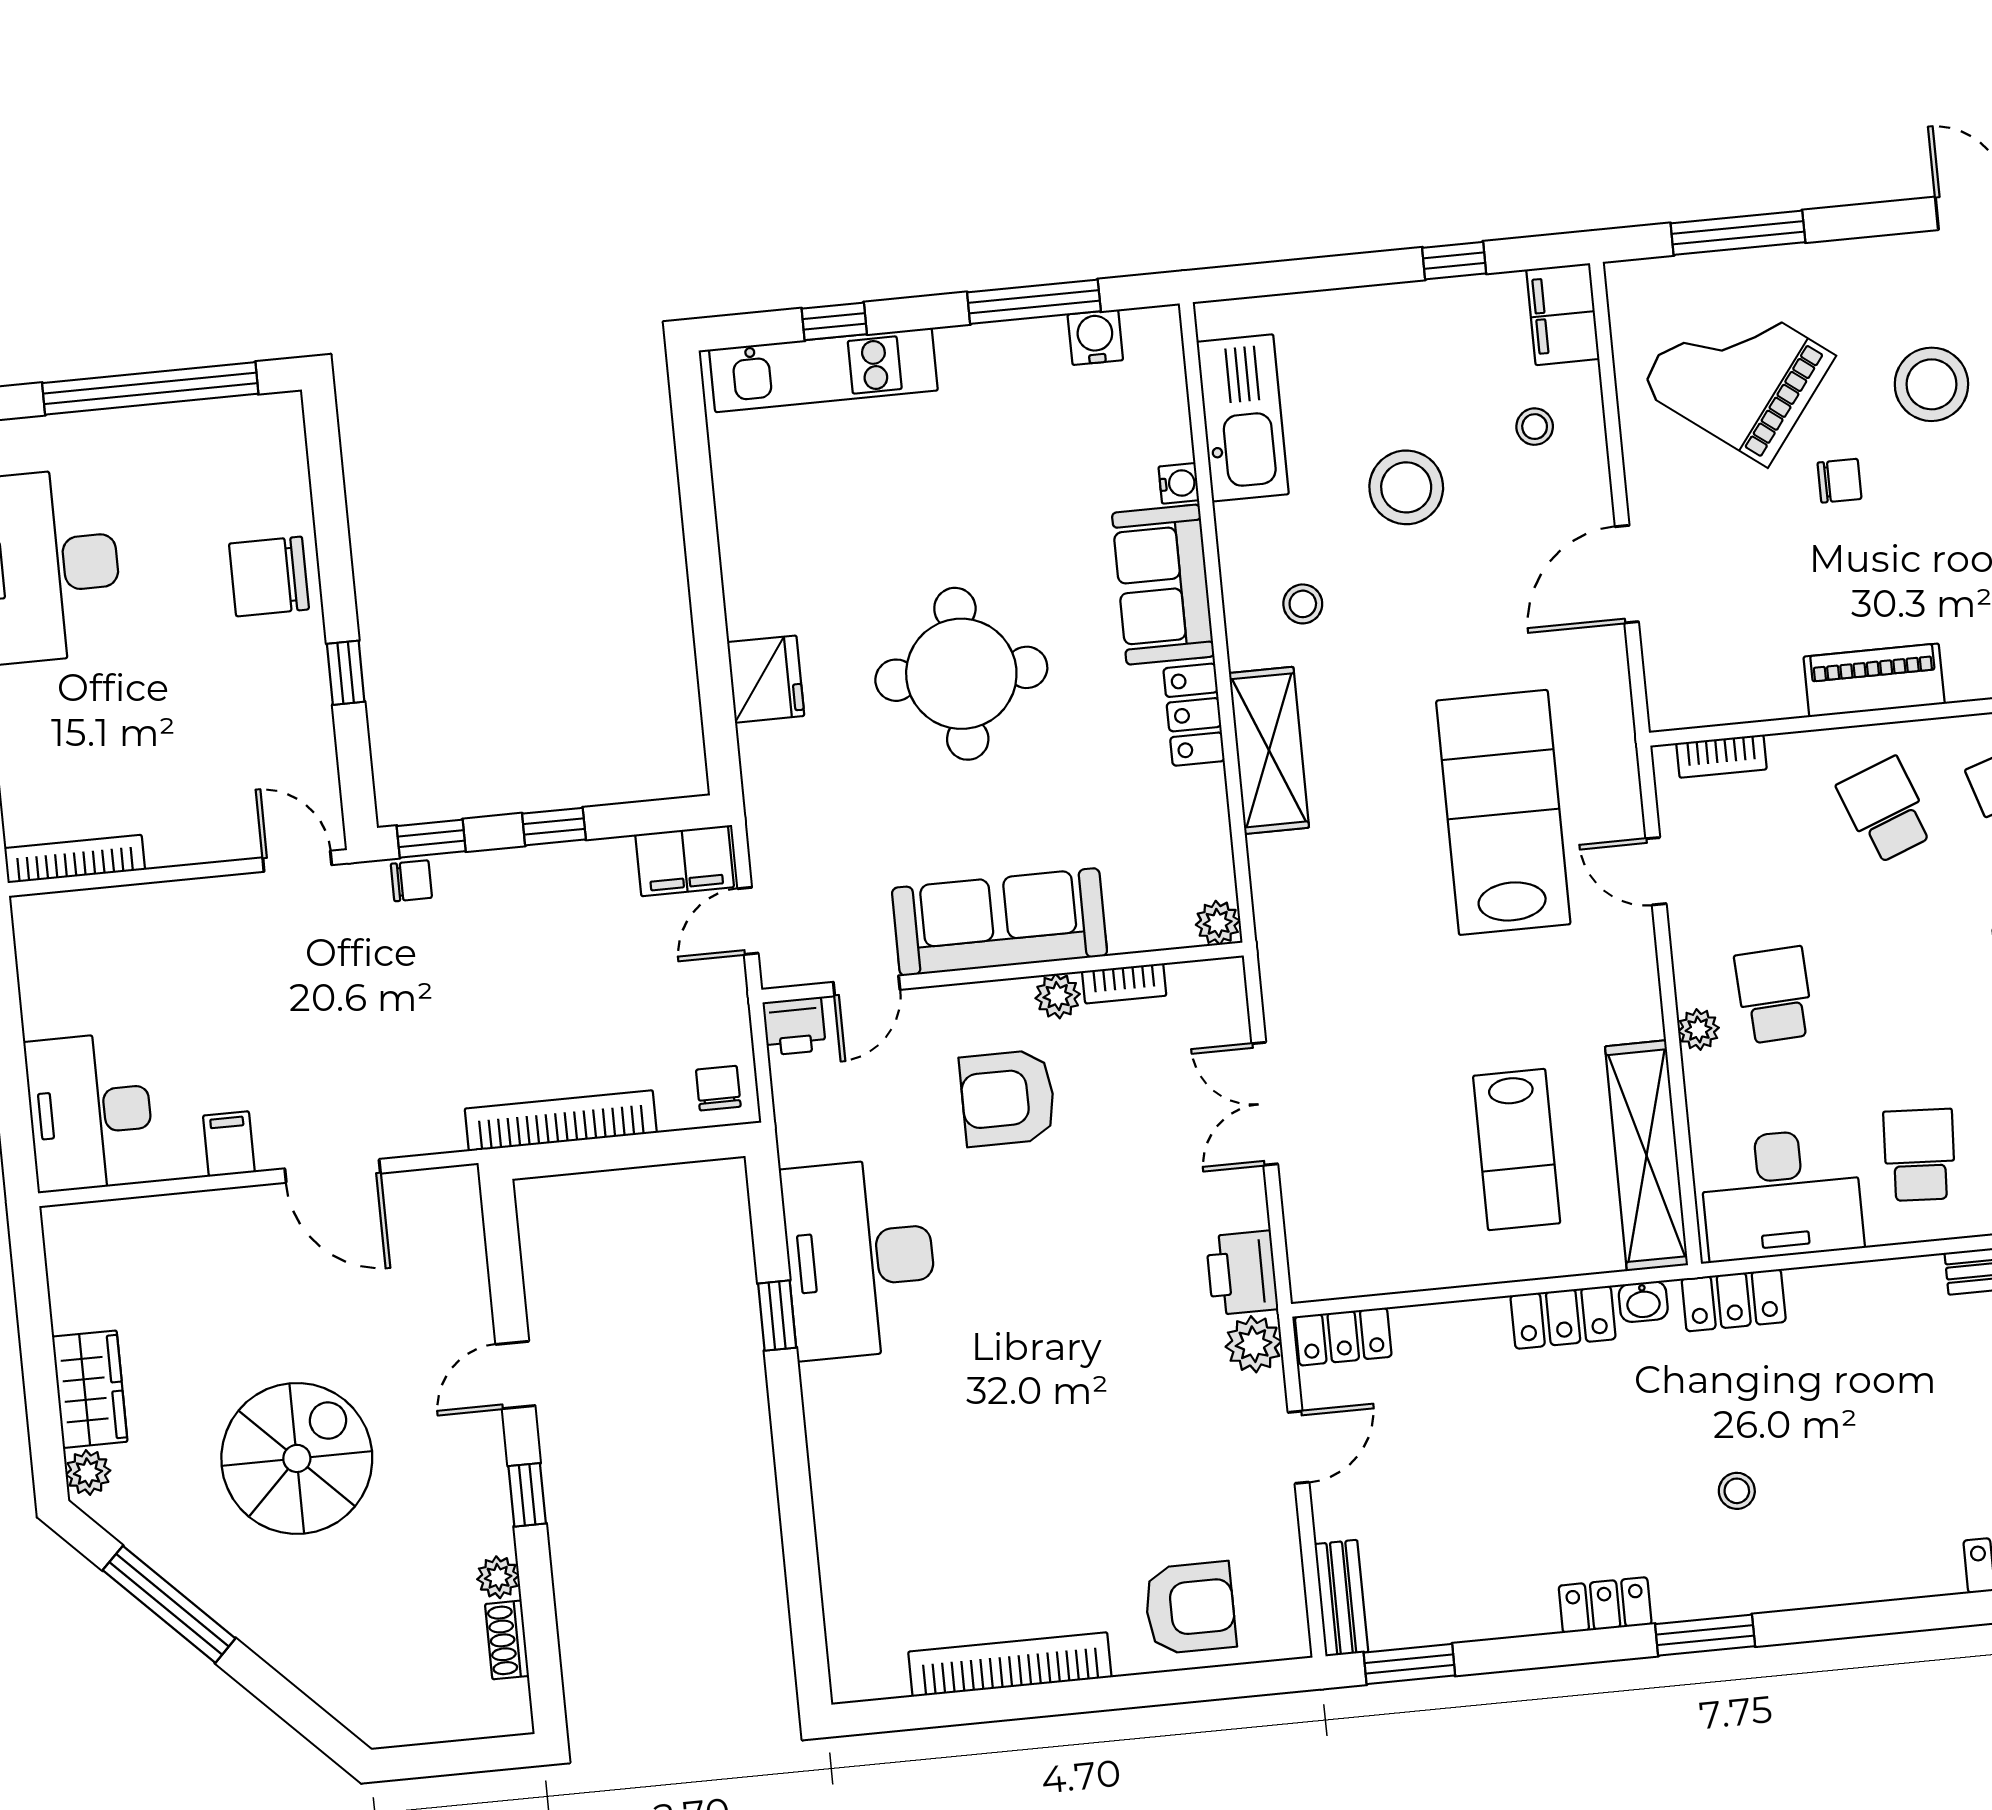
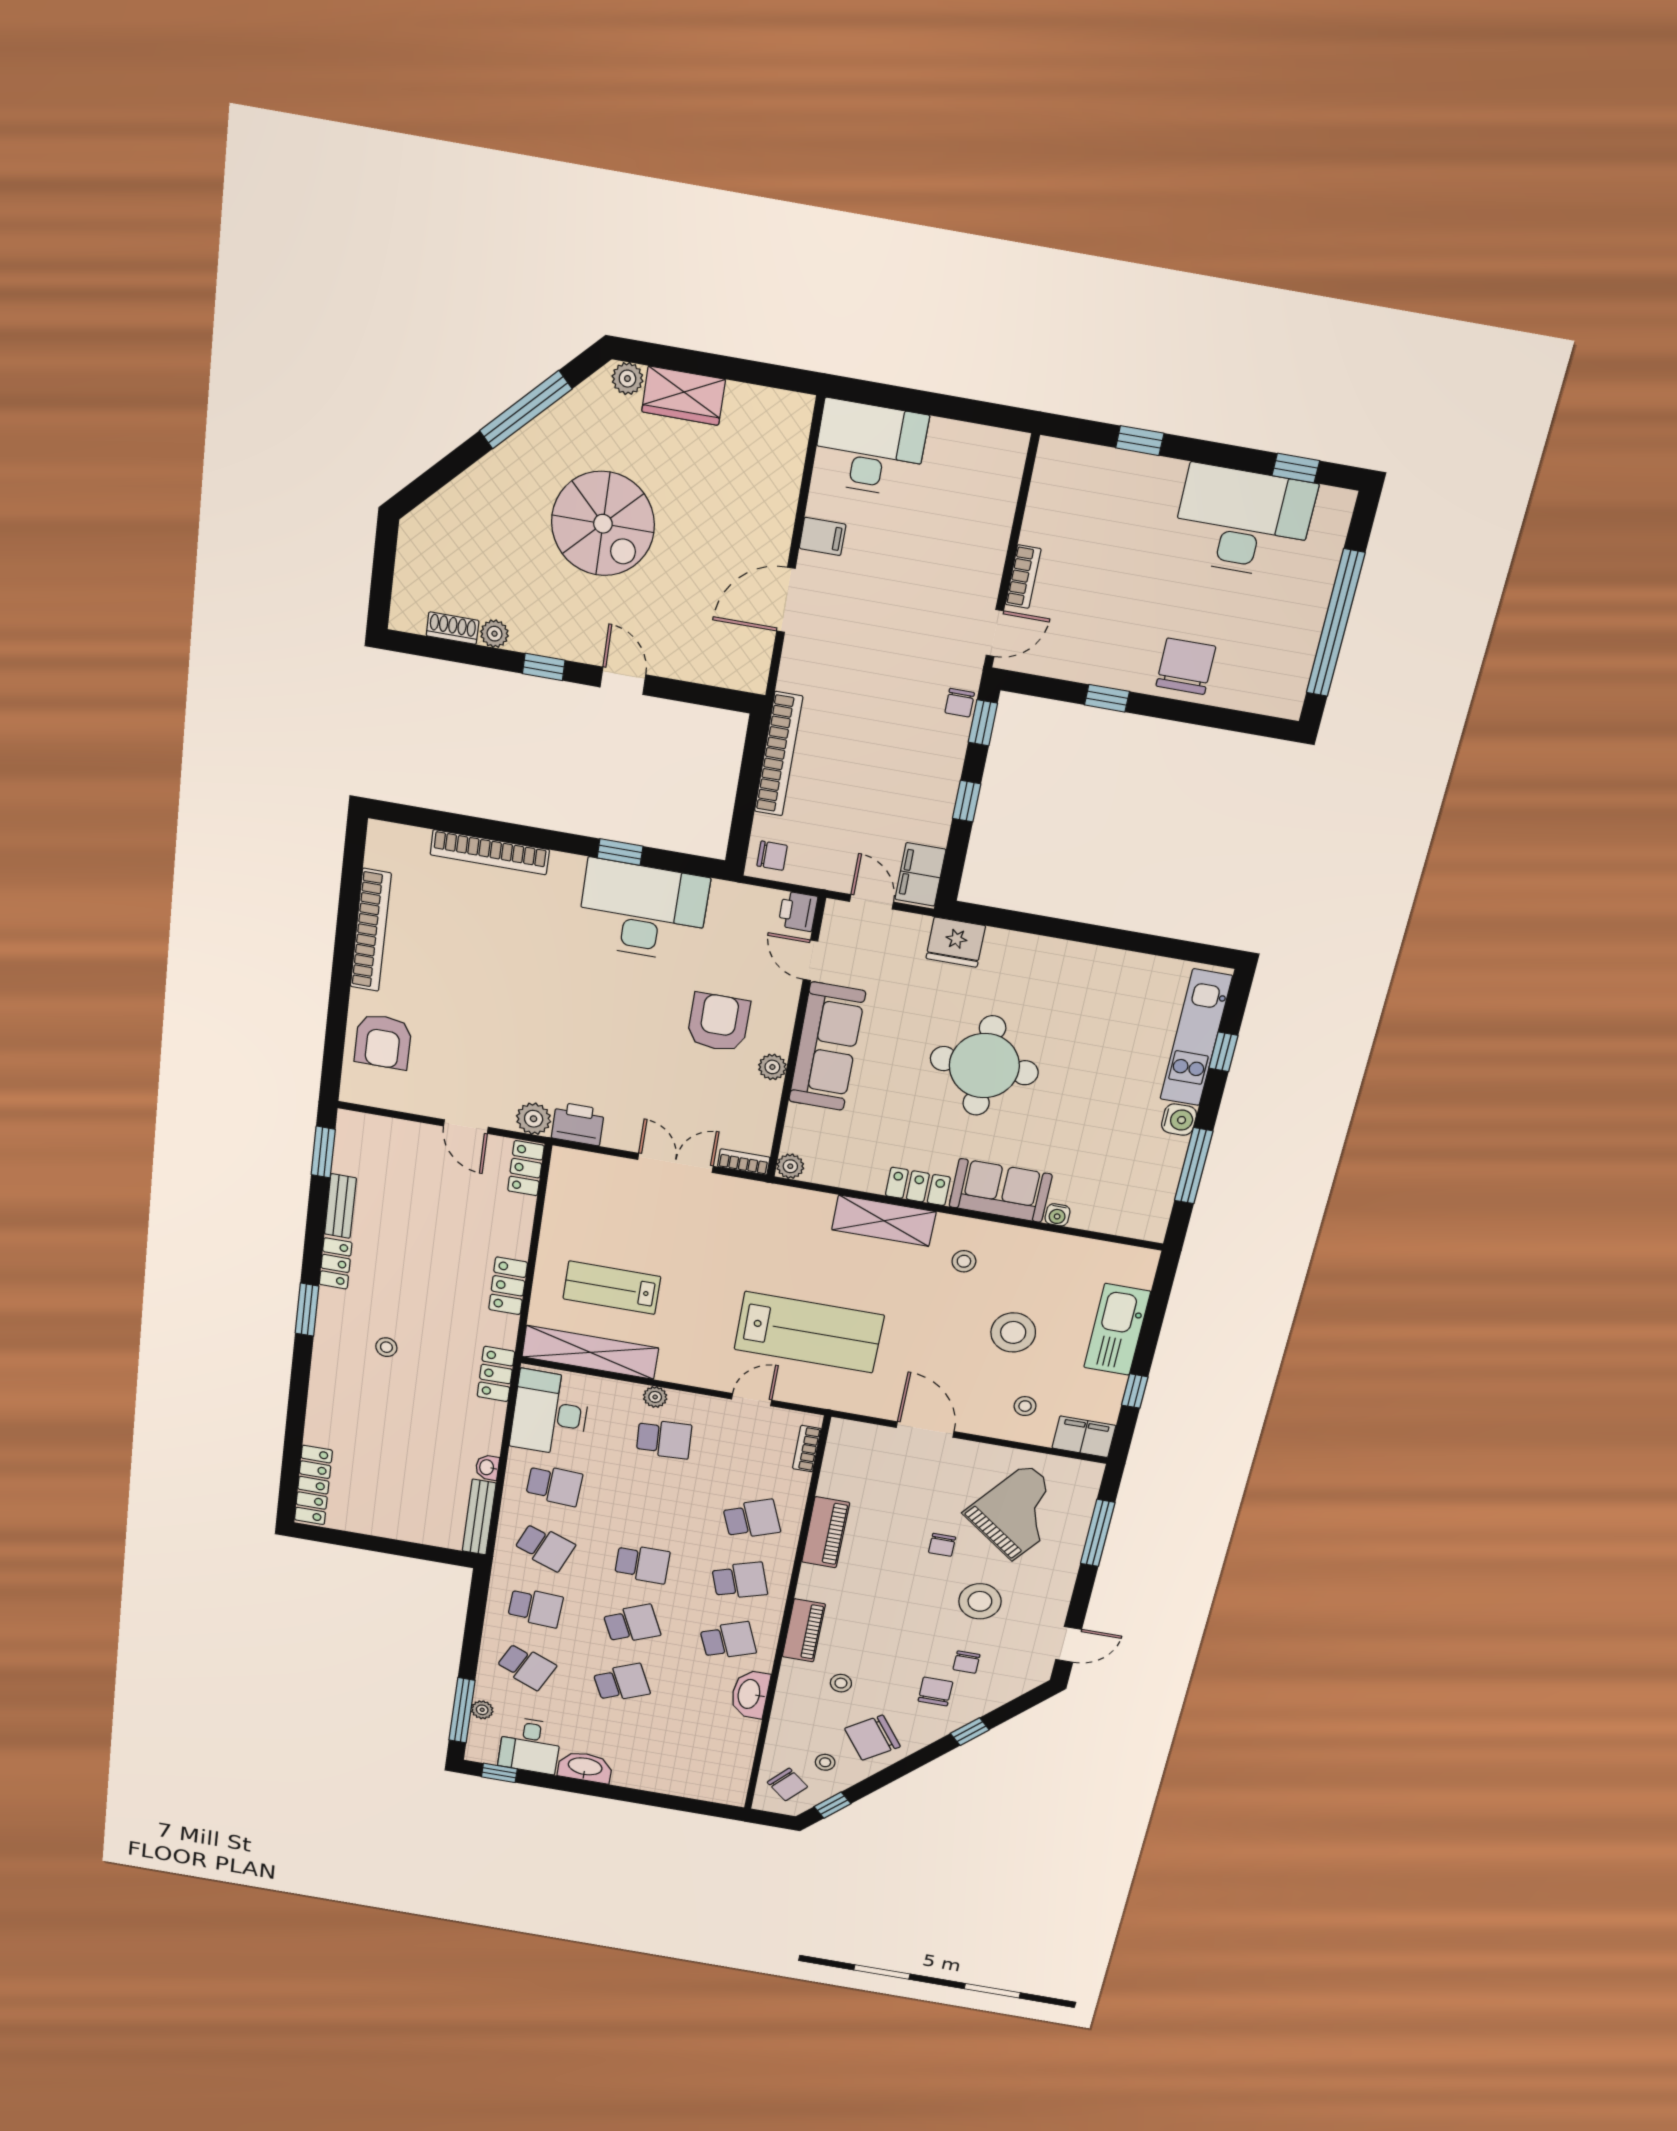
water cooler: (1095, 337) -> (1179, 1120), moved
kitchen sink: (1243, 418) -> (1117, 1329), moved, turned 90
fridge: (766, 679) -> (956, 942), moved
bookcase: (75, 859) -> (1023, 577), moved, width x0.64
bookcase: (1124, 983) -> (744, 1162), moved, turned 90
washbasin: (1643, 1302) -> (487, 1467), moved
bookcase: (833, 1510) -> (490, 852), added
bench: (1341, 1598) -> (340, 1206), moved, turned 90

